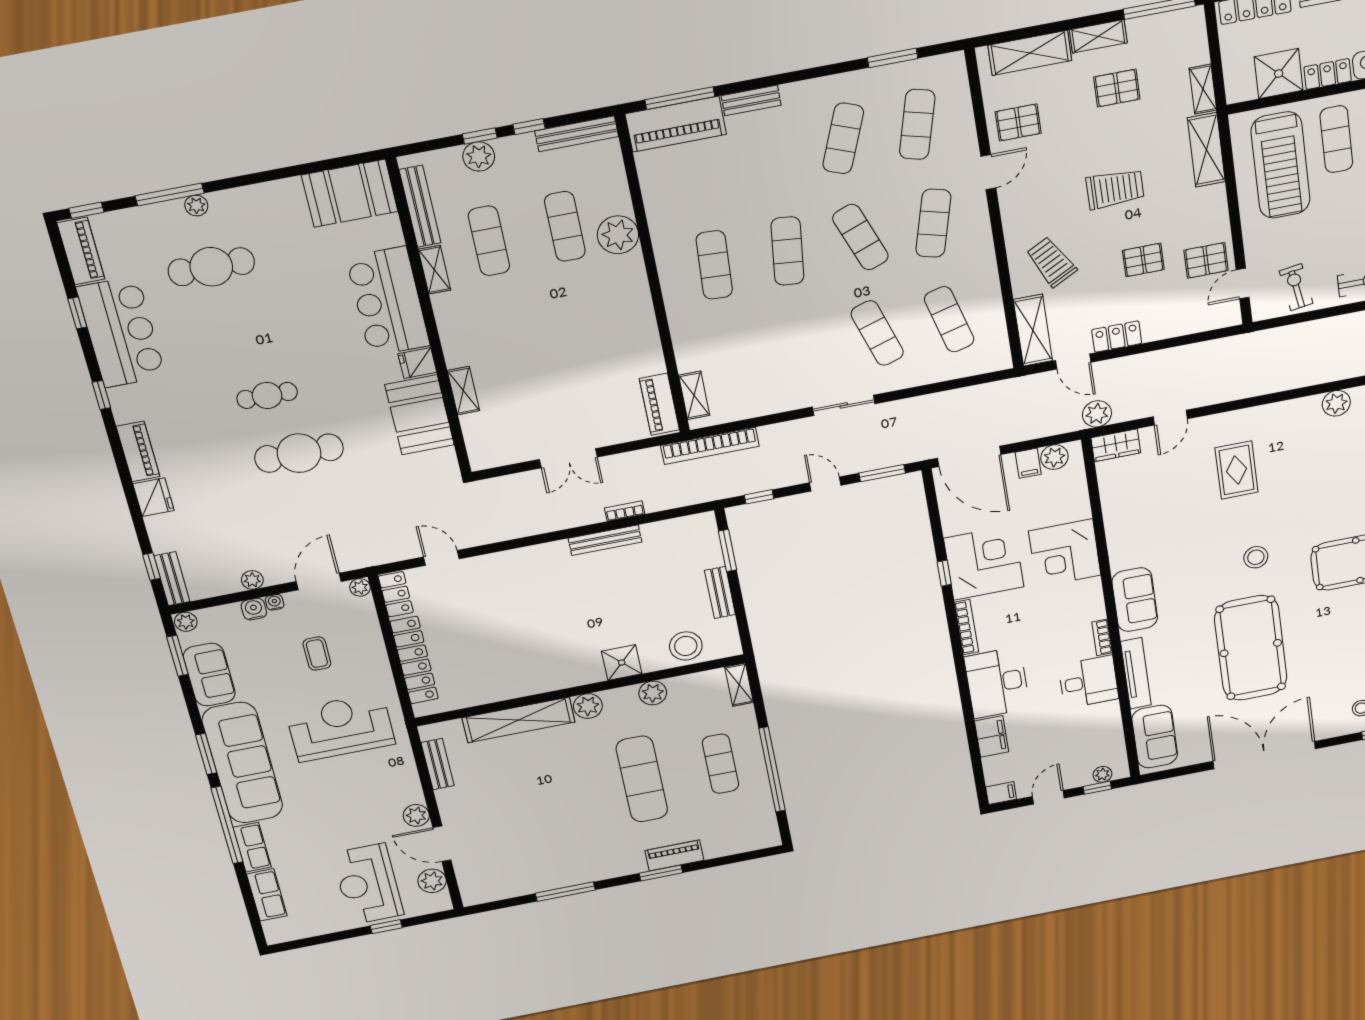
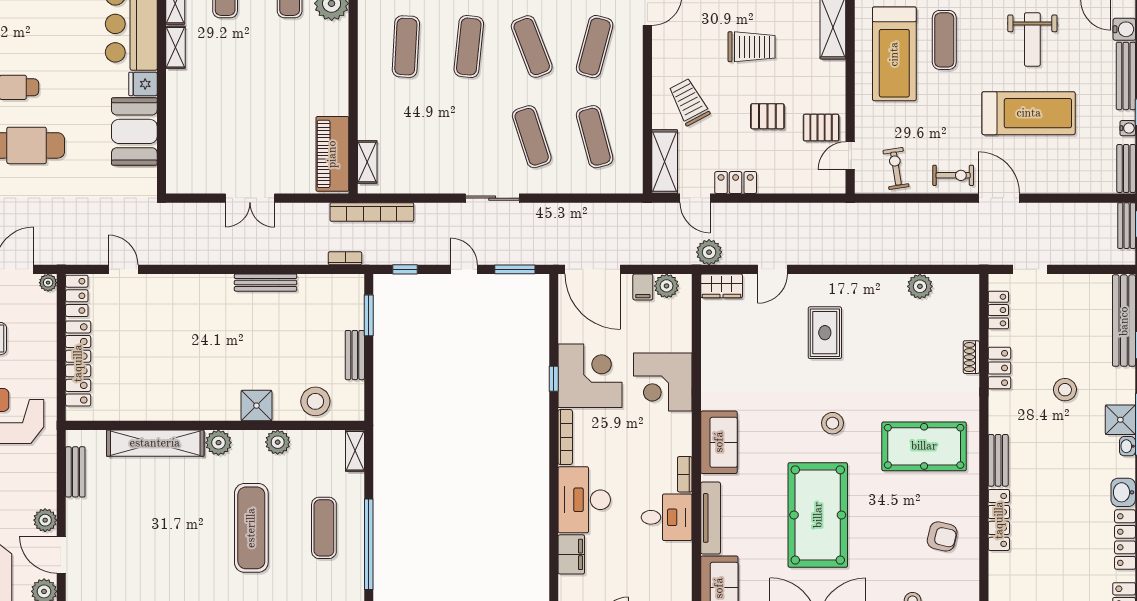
shelving: (463, 391) -> (176, 47), moved
piano: (659, 404) -> (332, 154), width x1.37, depth x1.33
bookcase: (625, 511) -> (345, 258), moved

